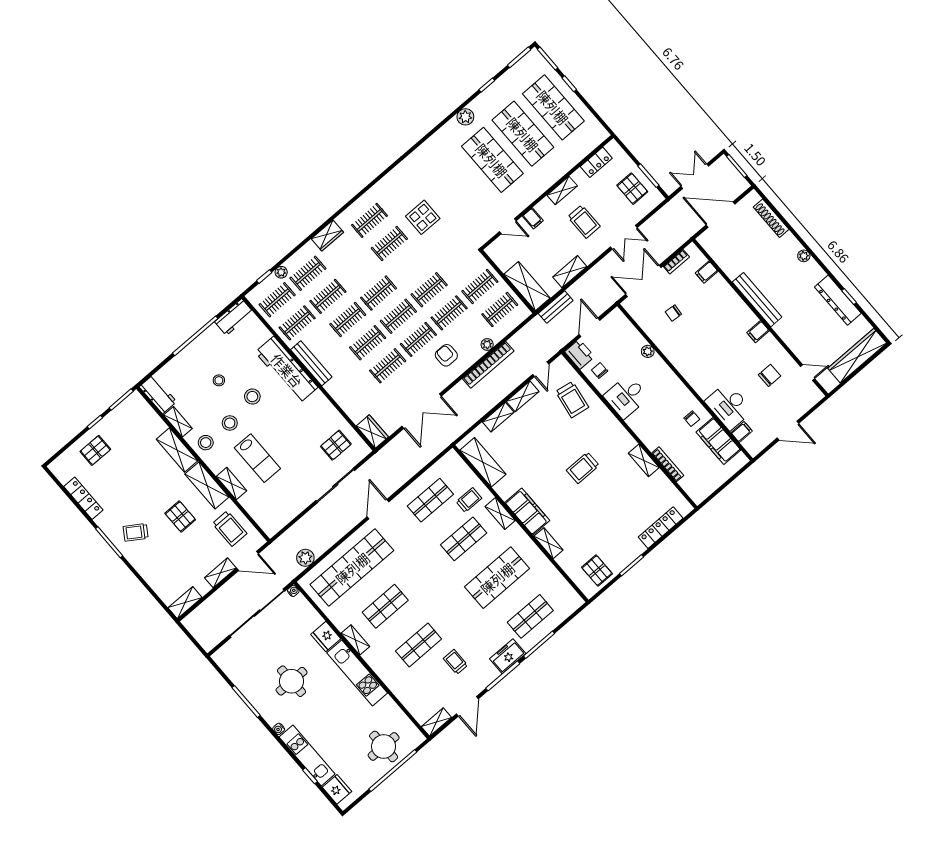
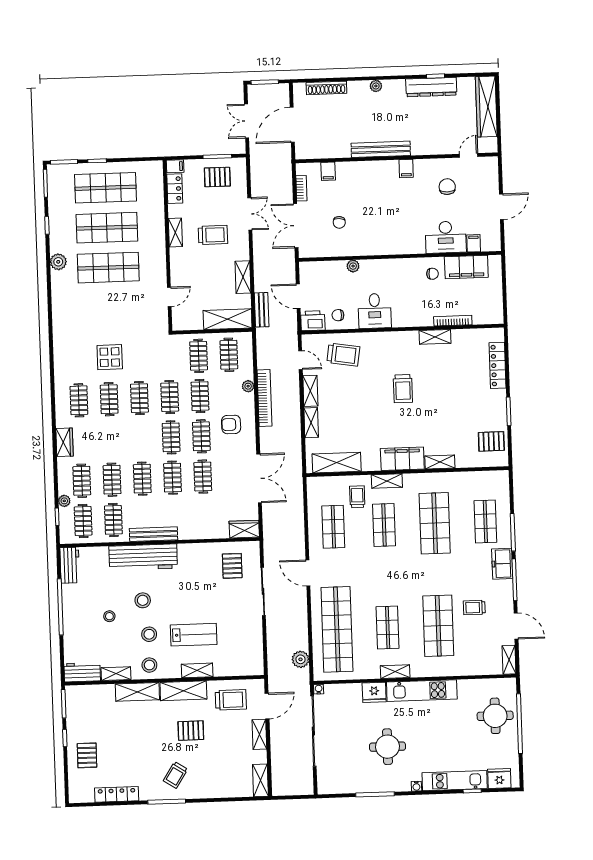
filing cabinet: (533, 218) -> (175, 166), moved
clothes rail: (379, 293) -> (139, 398), moved
shop shelf: (419, 645) -> (438, 626), width x1.43, depth x1.36

